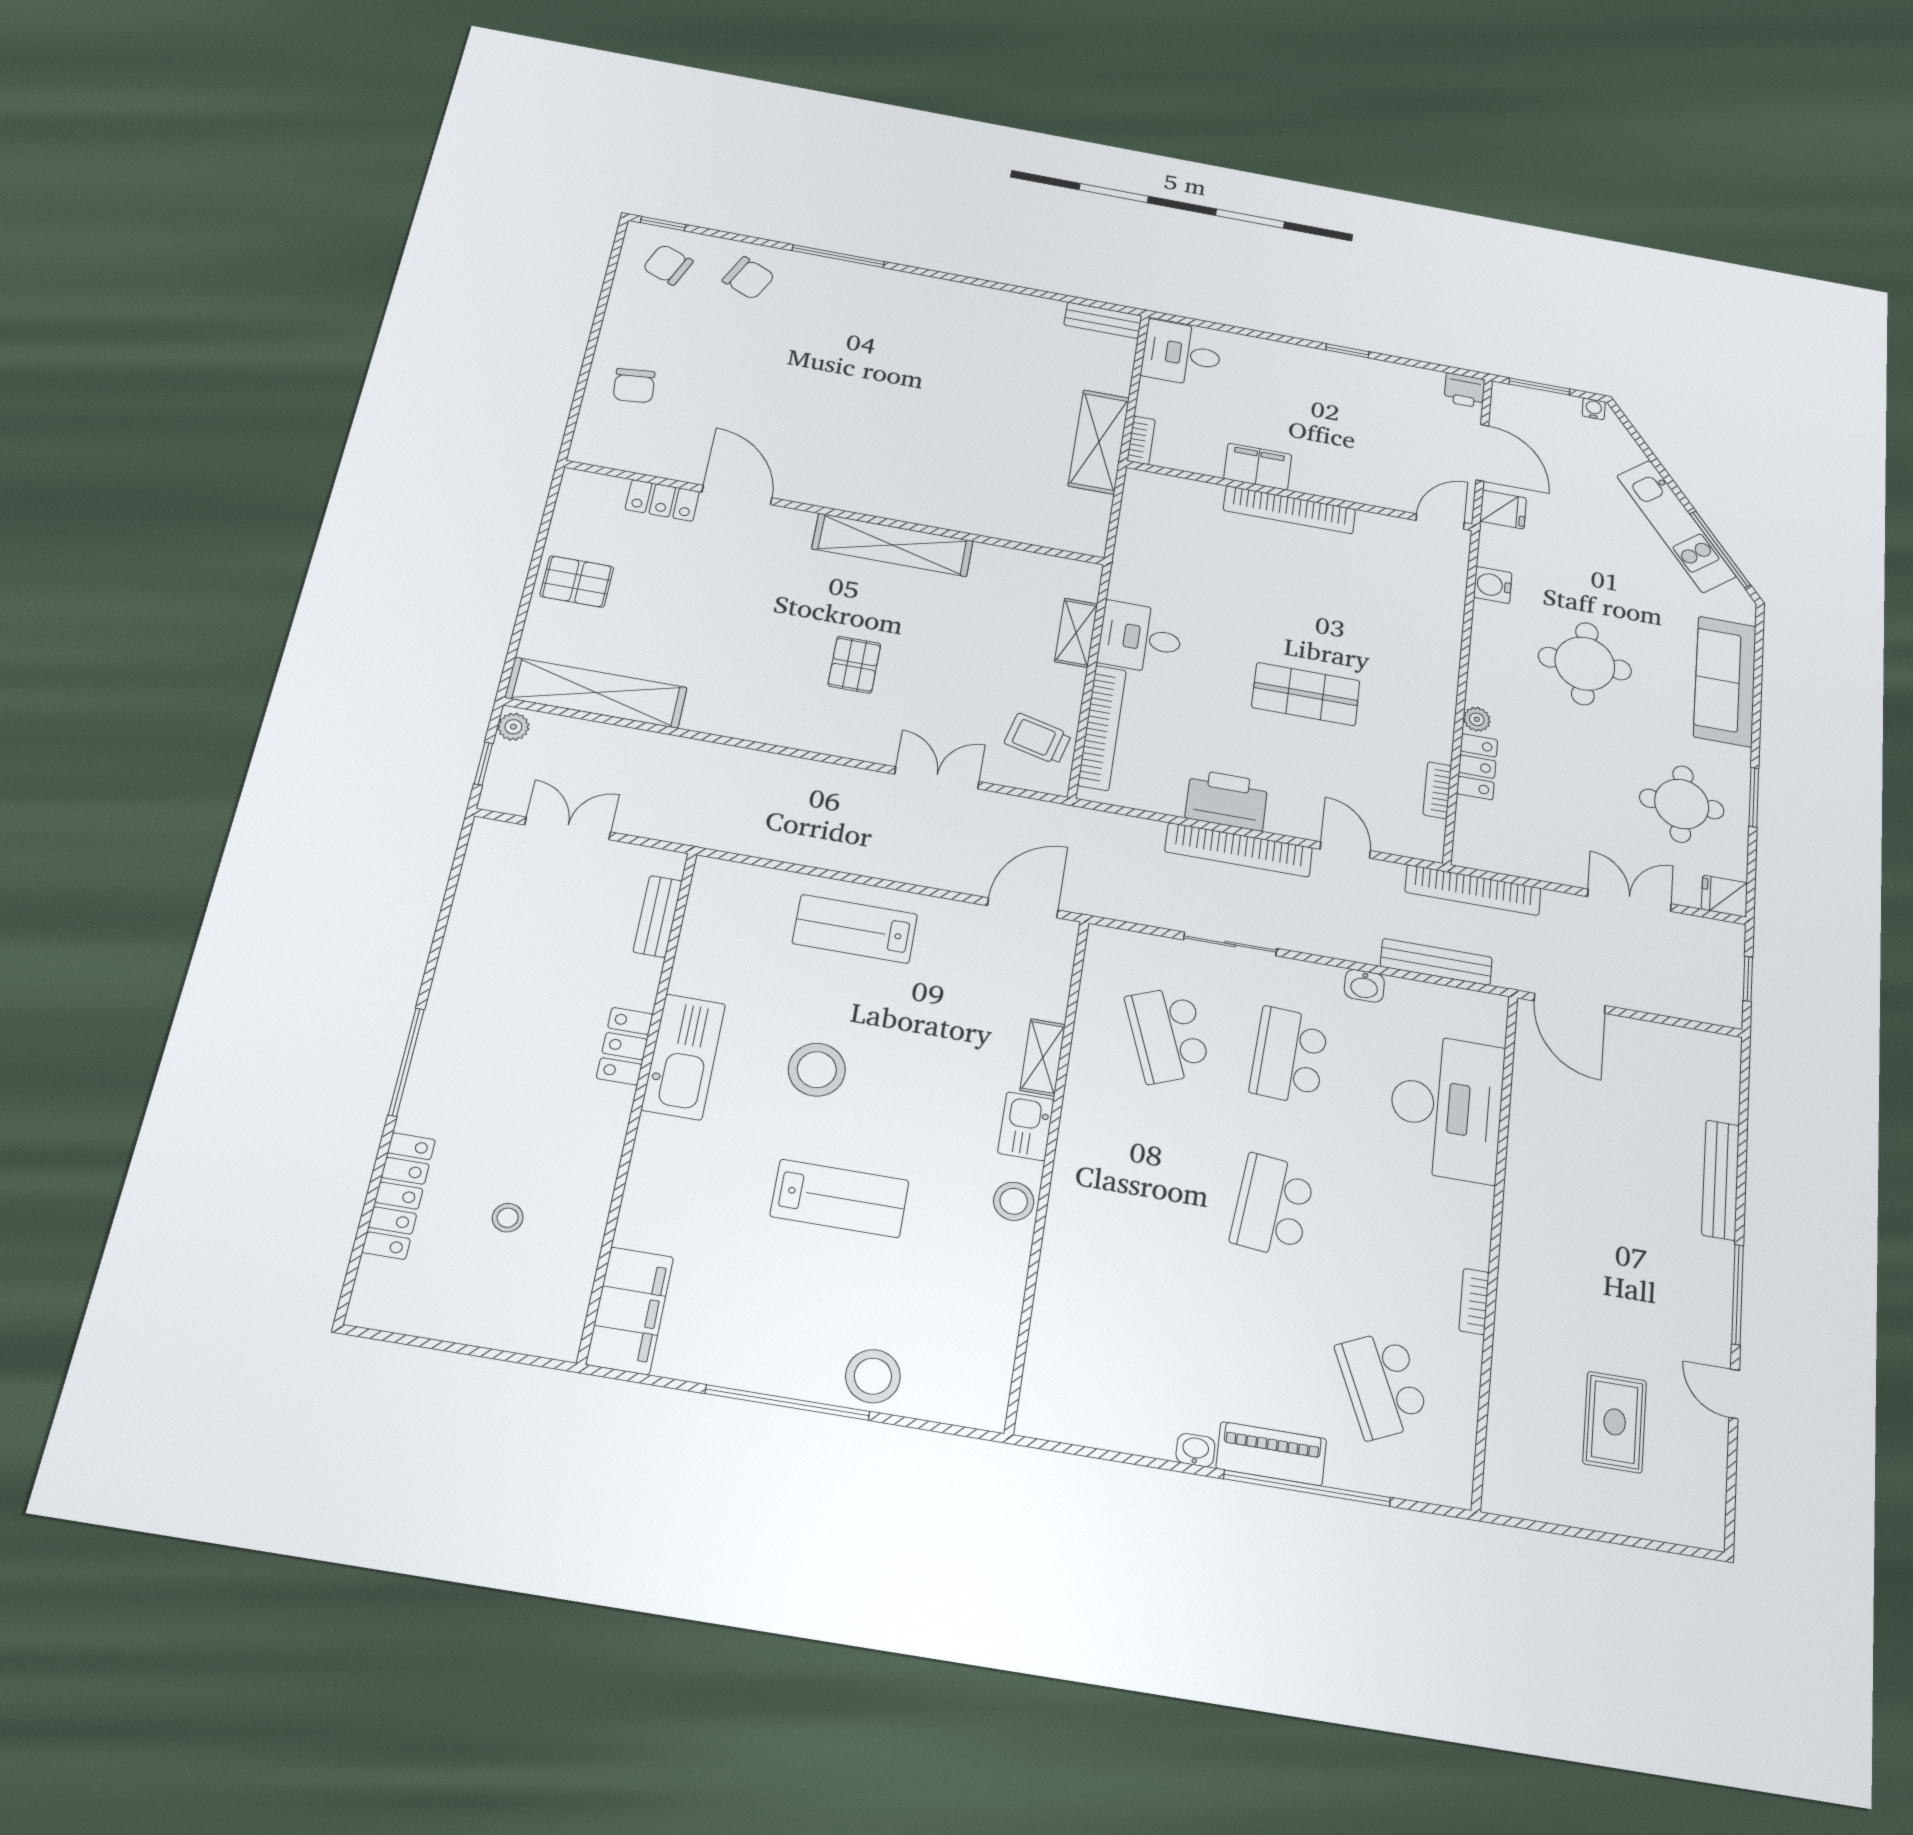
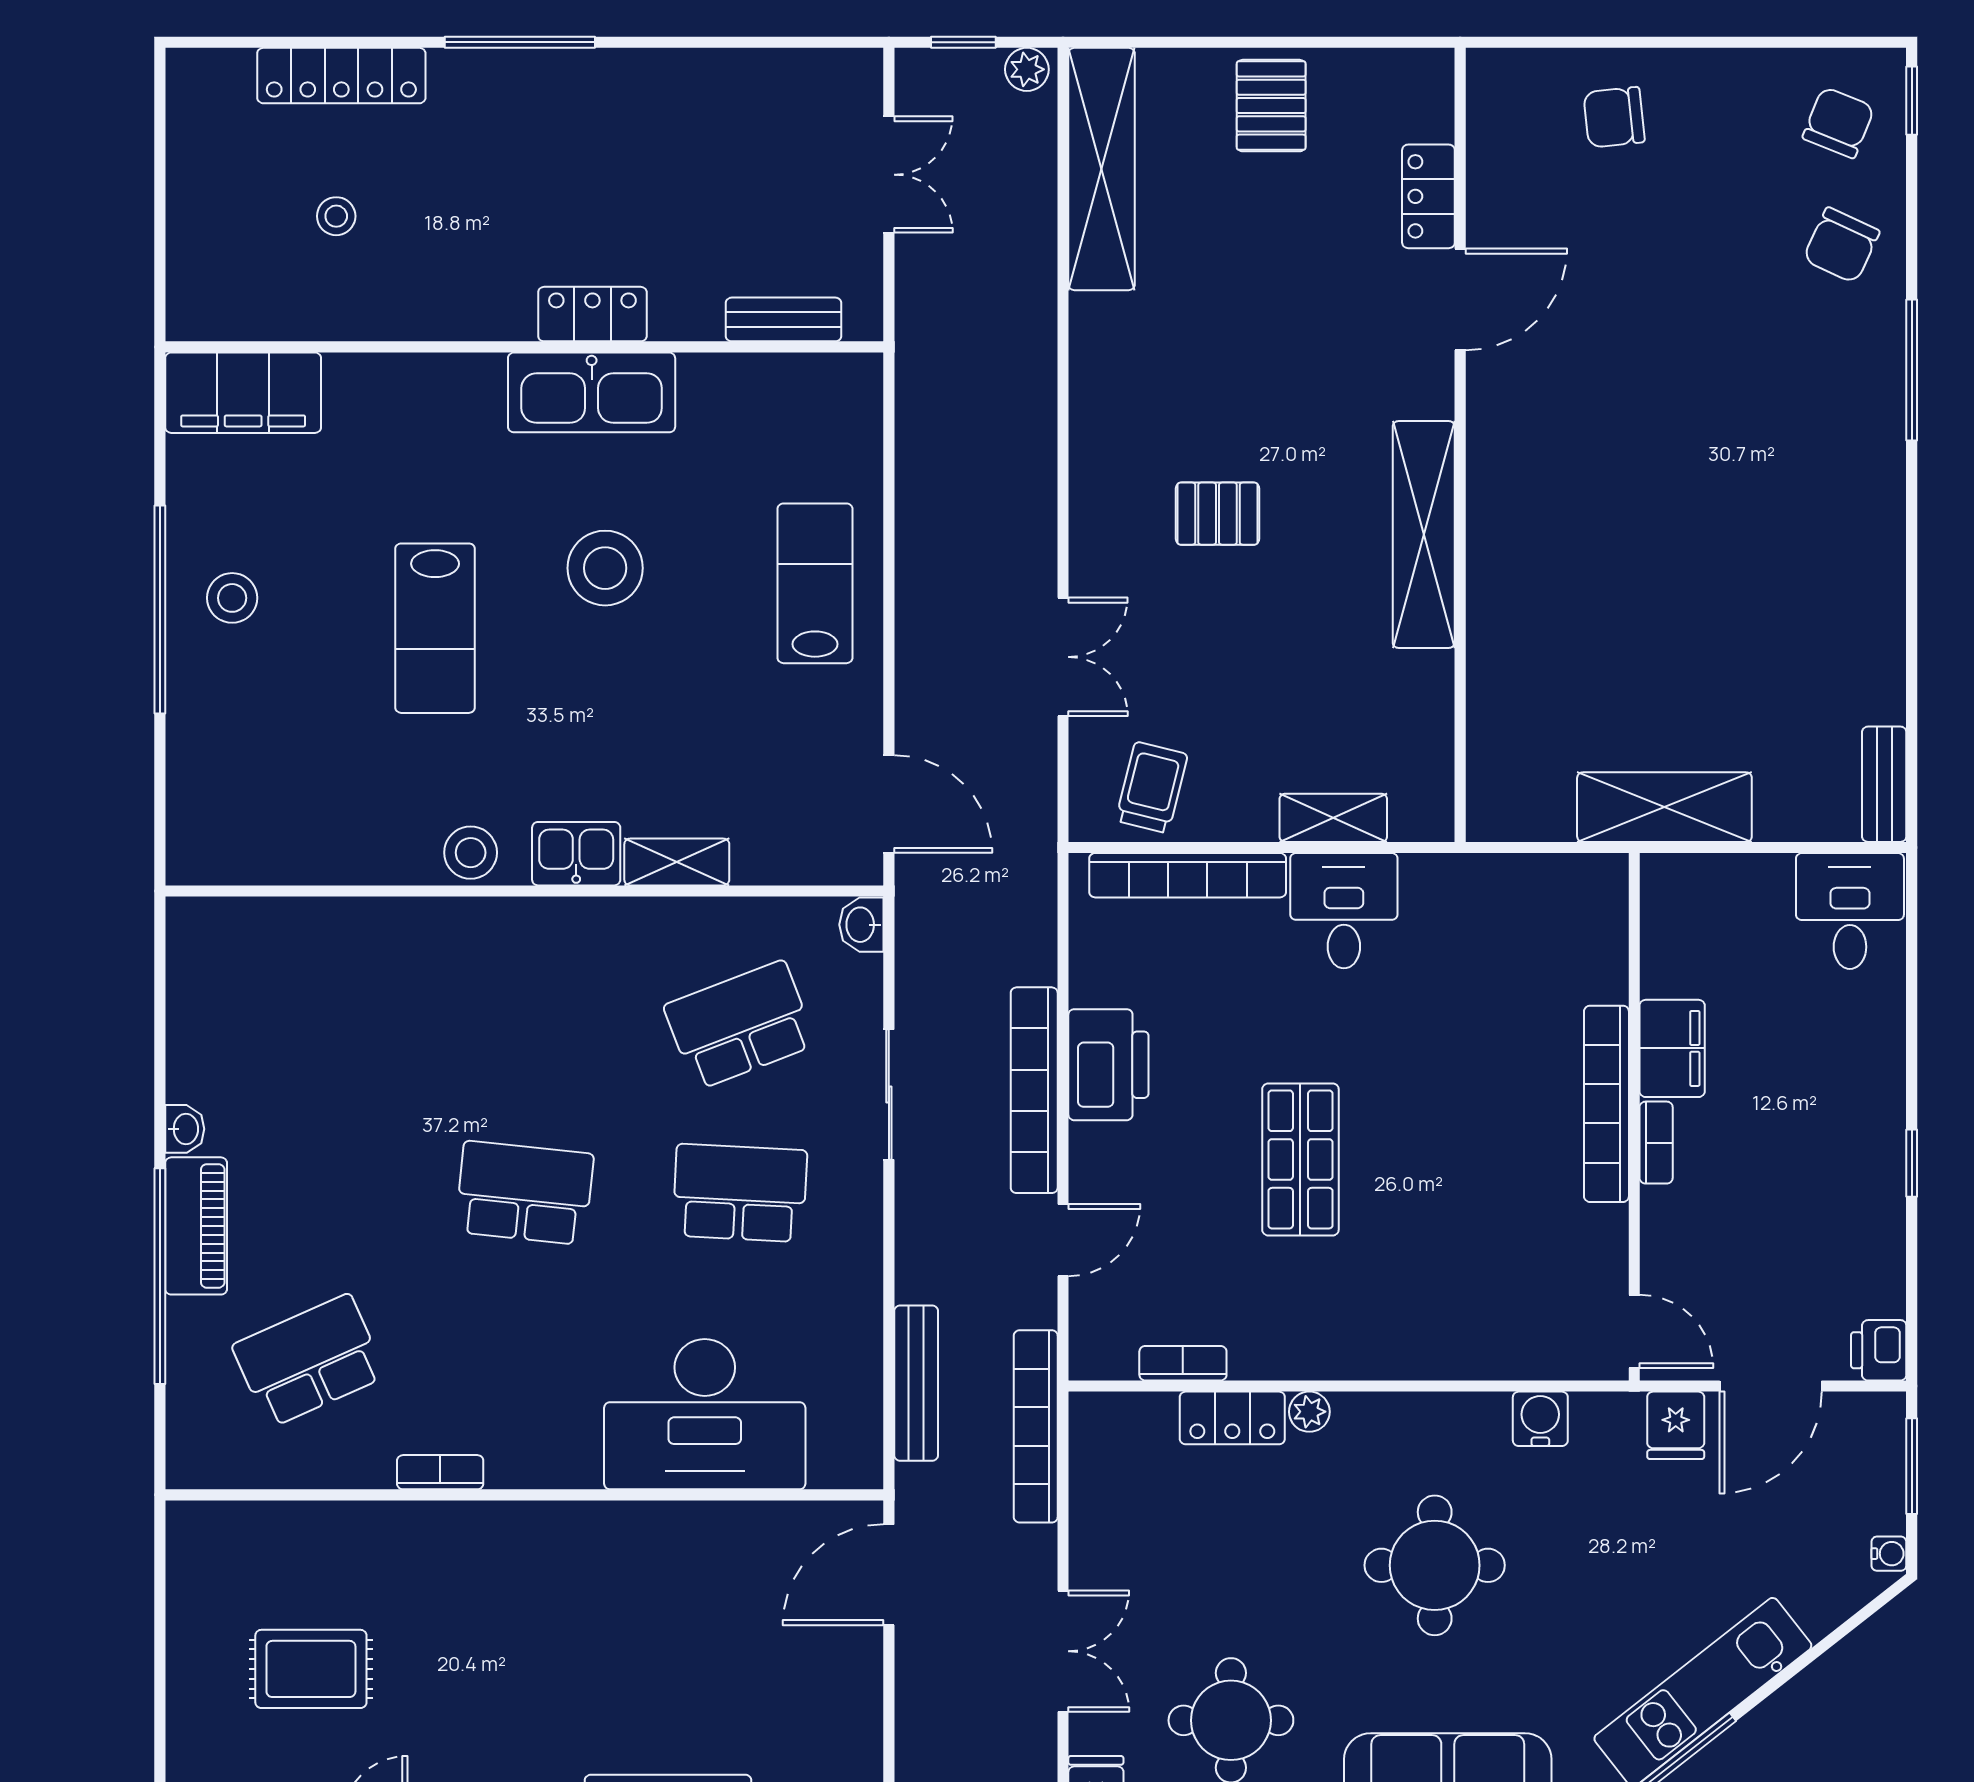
bookcase: (1141, 440) -> (1656, 1143), moved, turned -90
washbasin: (1364, 986) -> (861, 925), moved
stool: (873, 1376) -> (232, 598), moved, width x0.73, depth x0.73

